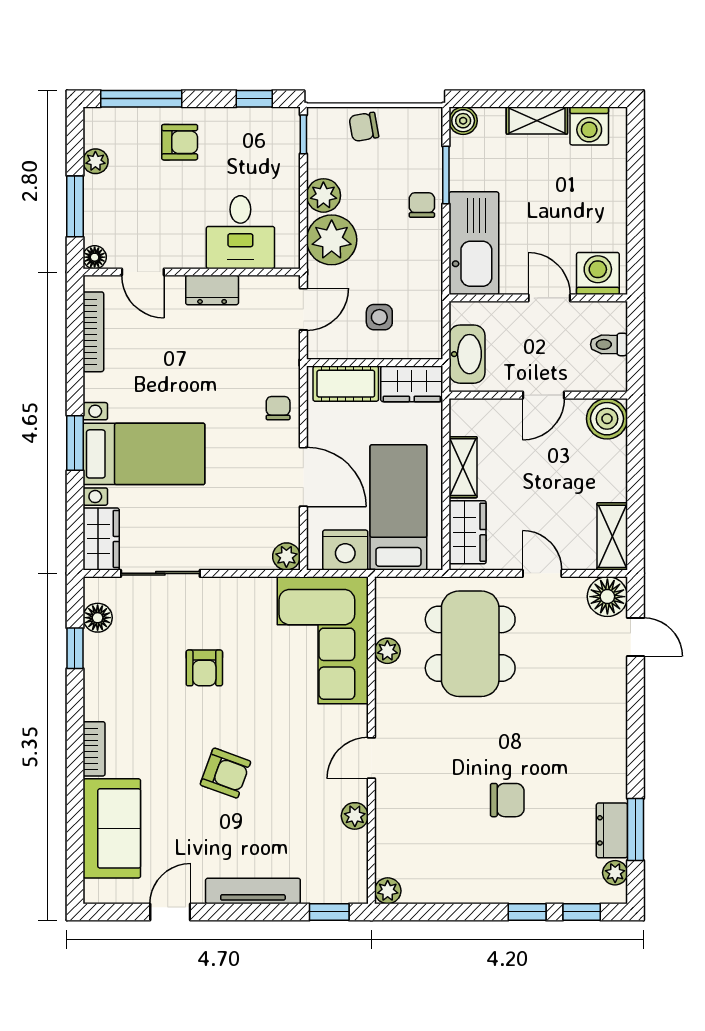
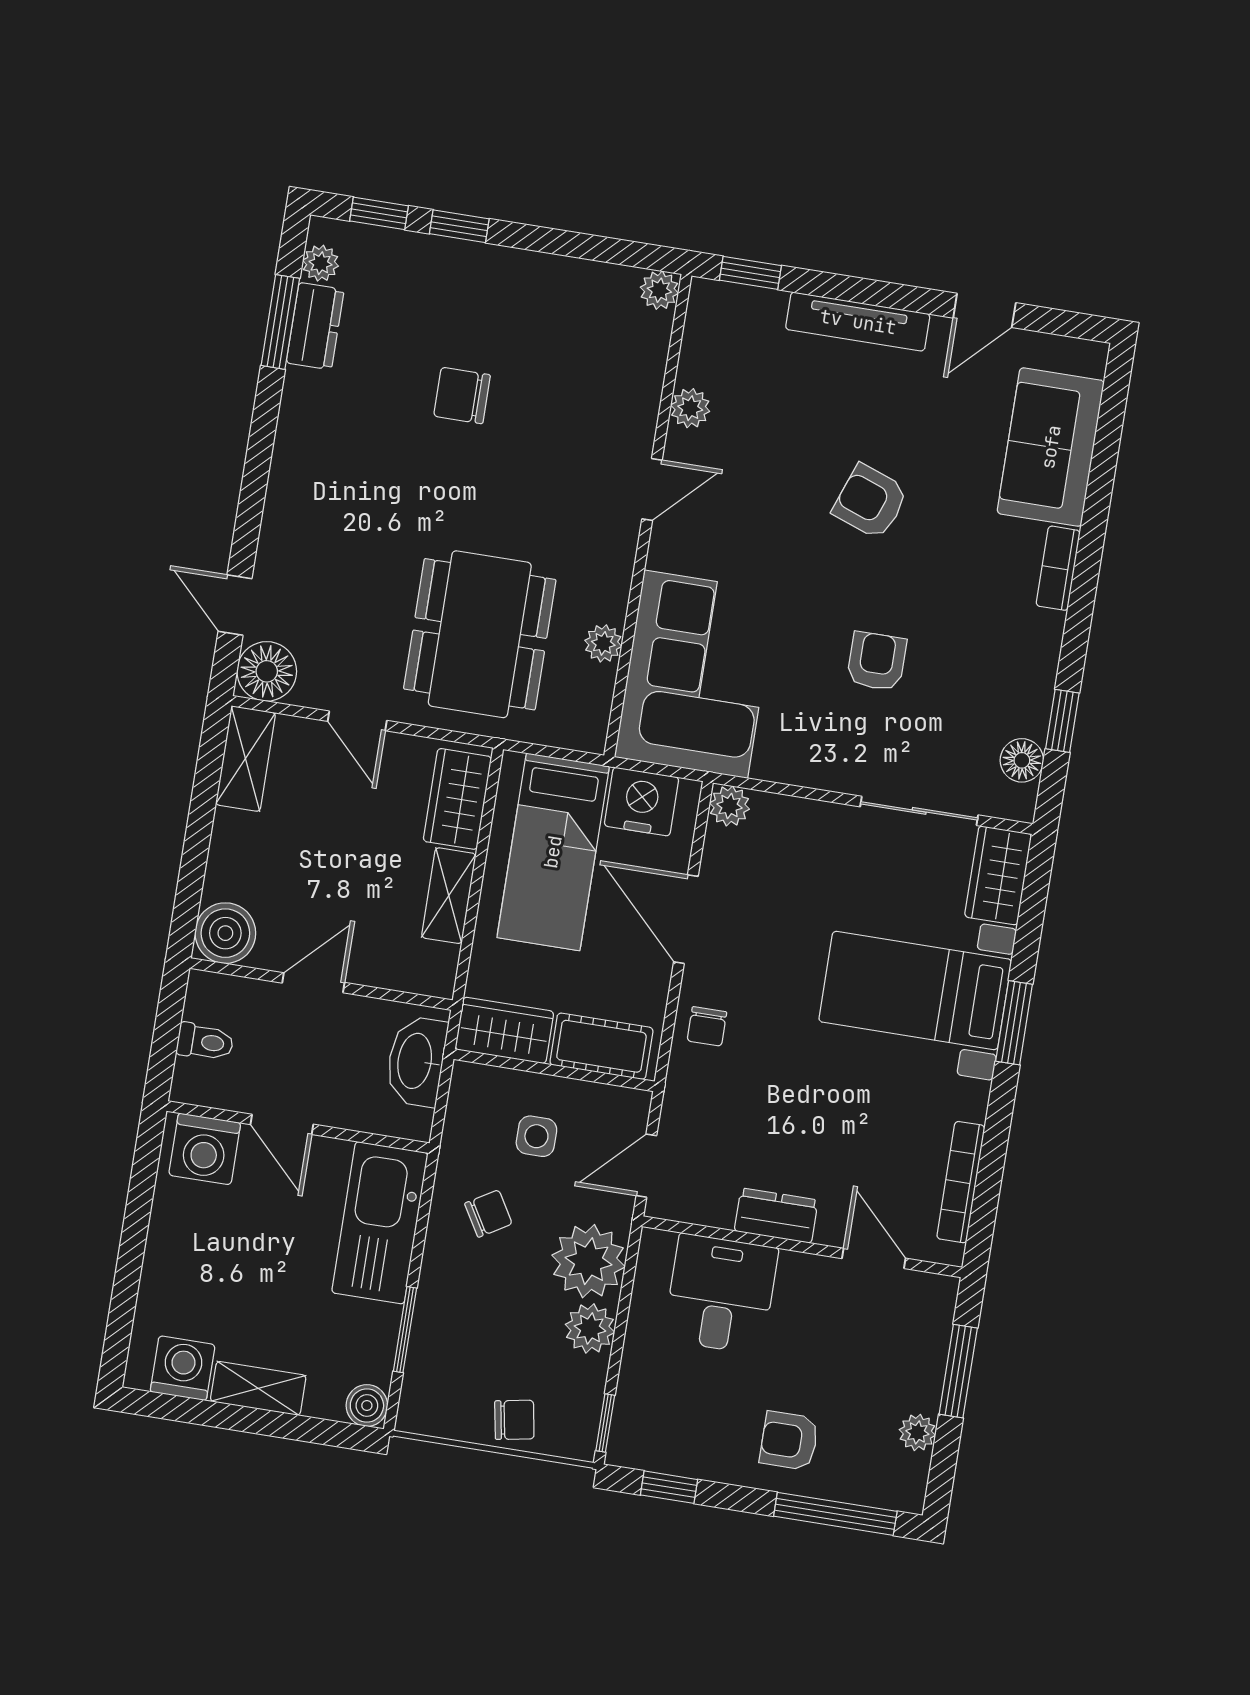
chair: (422, 205) -> (488, 1214), moved, turned -121
floor lamp: (95, 257) -> (941, 1292), removed

